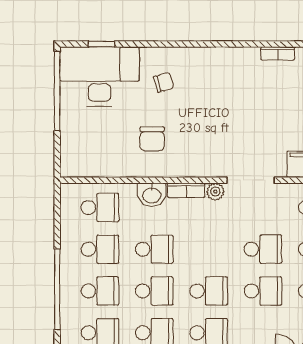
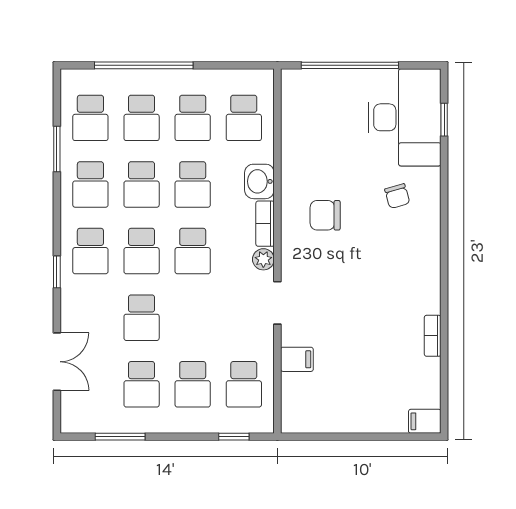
window: (57, 91) -> (350, 65), moved
chair: (152, 139) -> (325, 215), moved
doorway: (251, 180) -> (277, 303), width x0.73
school desk: (263, 249) -> (193, 251), moved

